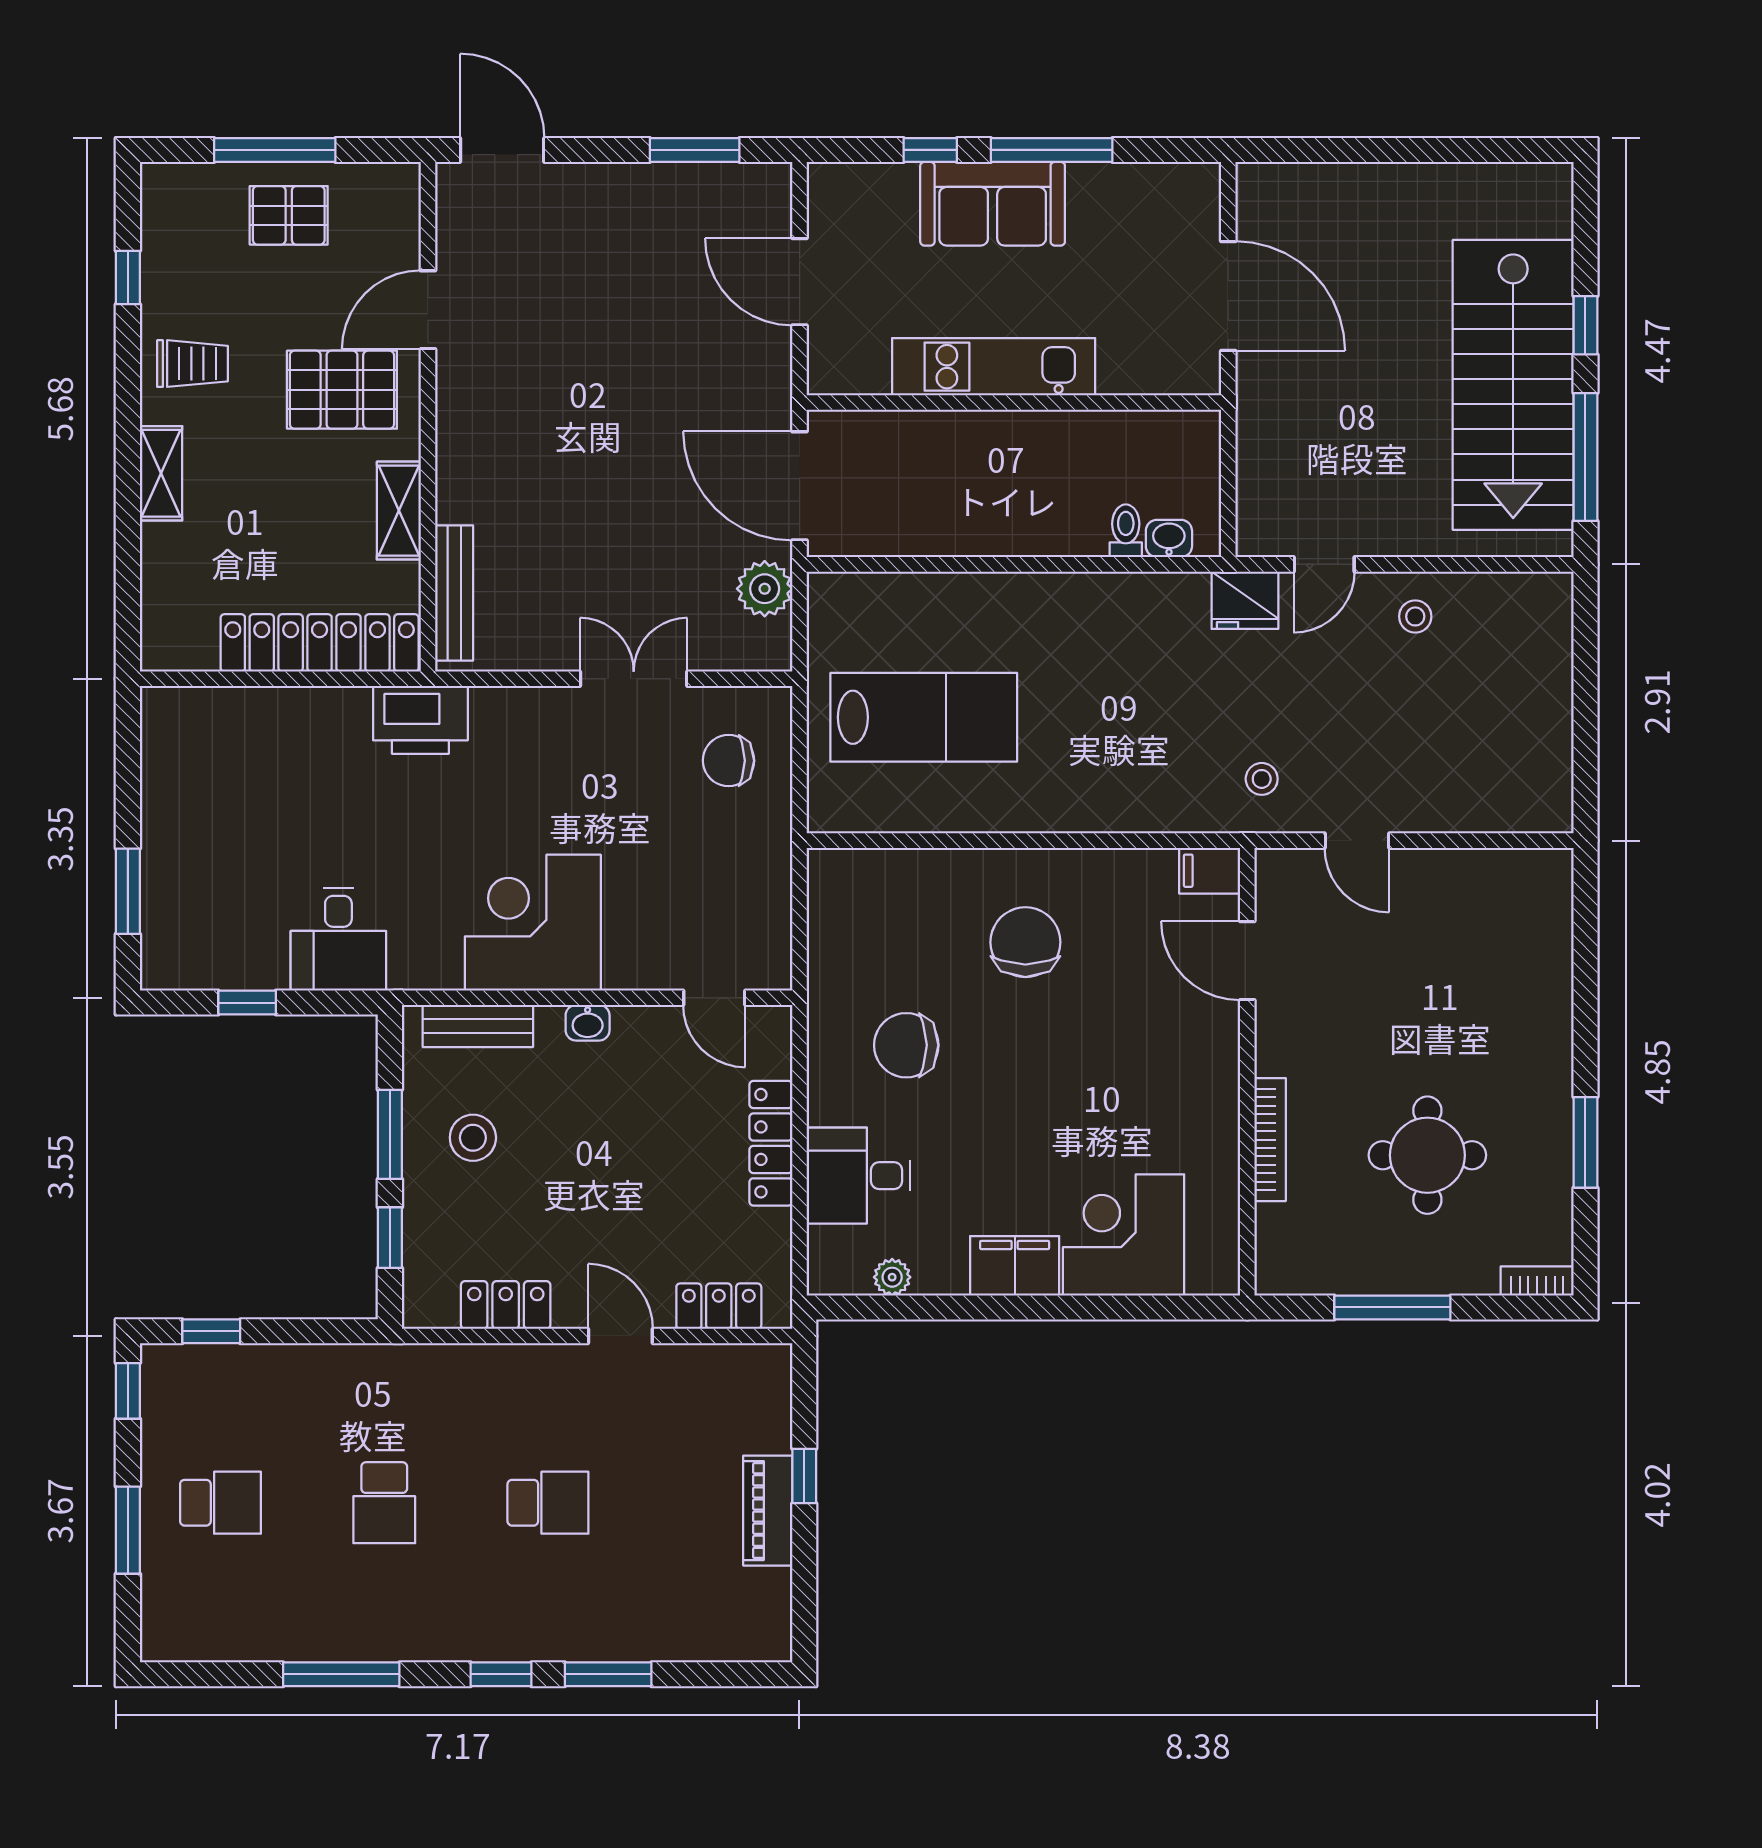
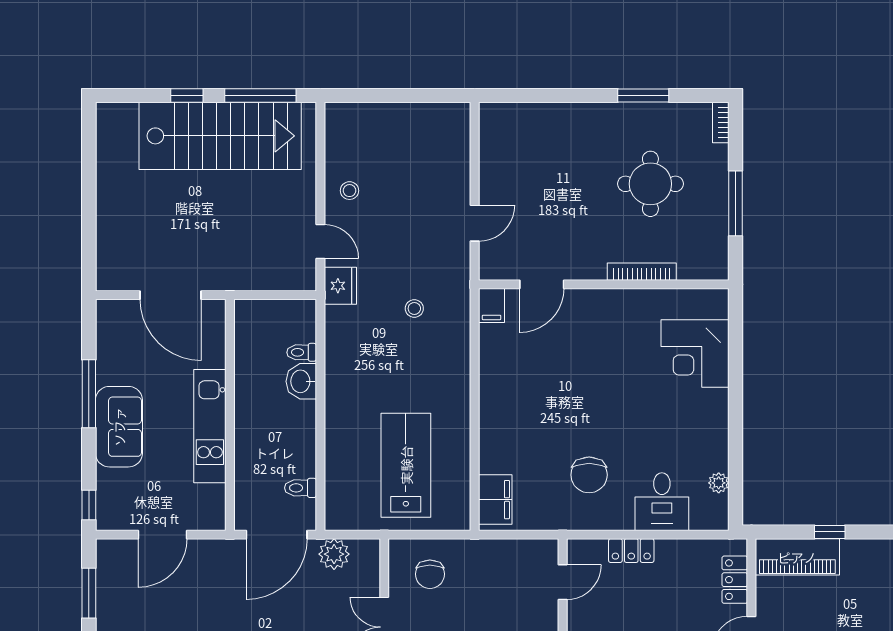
window: (930, 150) -> (89, 505), moved
door: (1228, 296) -> (171, 295), swing flipped
toilet: (883, 529) -> (300, 488), added
washbasin: (1169, 539) -> (301, 381), moved, width x1.38, depth x1.45
stool: (1262, 779) -> (414, 308), moved
chair: (1025, 942) -> (531, 408), removed
locker: (771, 1143) -> (631, 551), width x0.66
filing cabinet: (1015, 1266) -> (495, 500), moved, turned 180
piano: (768, 1511) -> (797, 557), moved, width x1.37, depth x1.33

